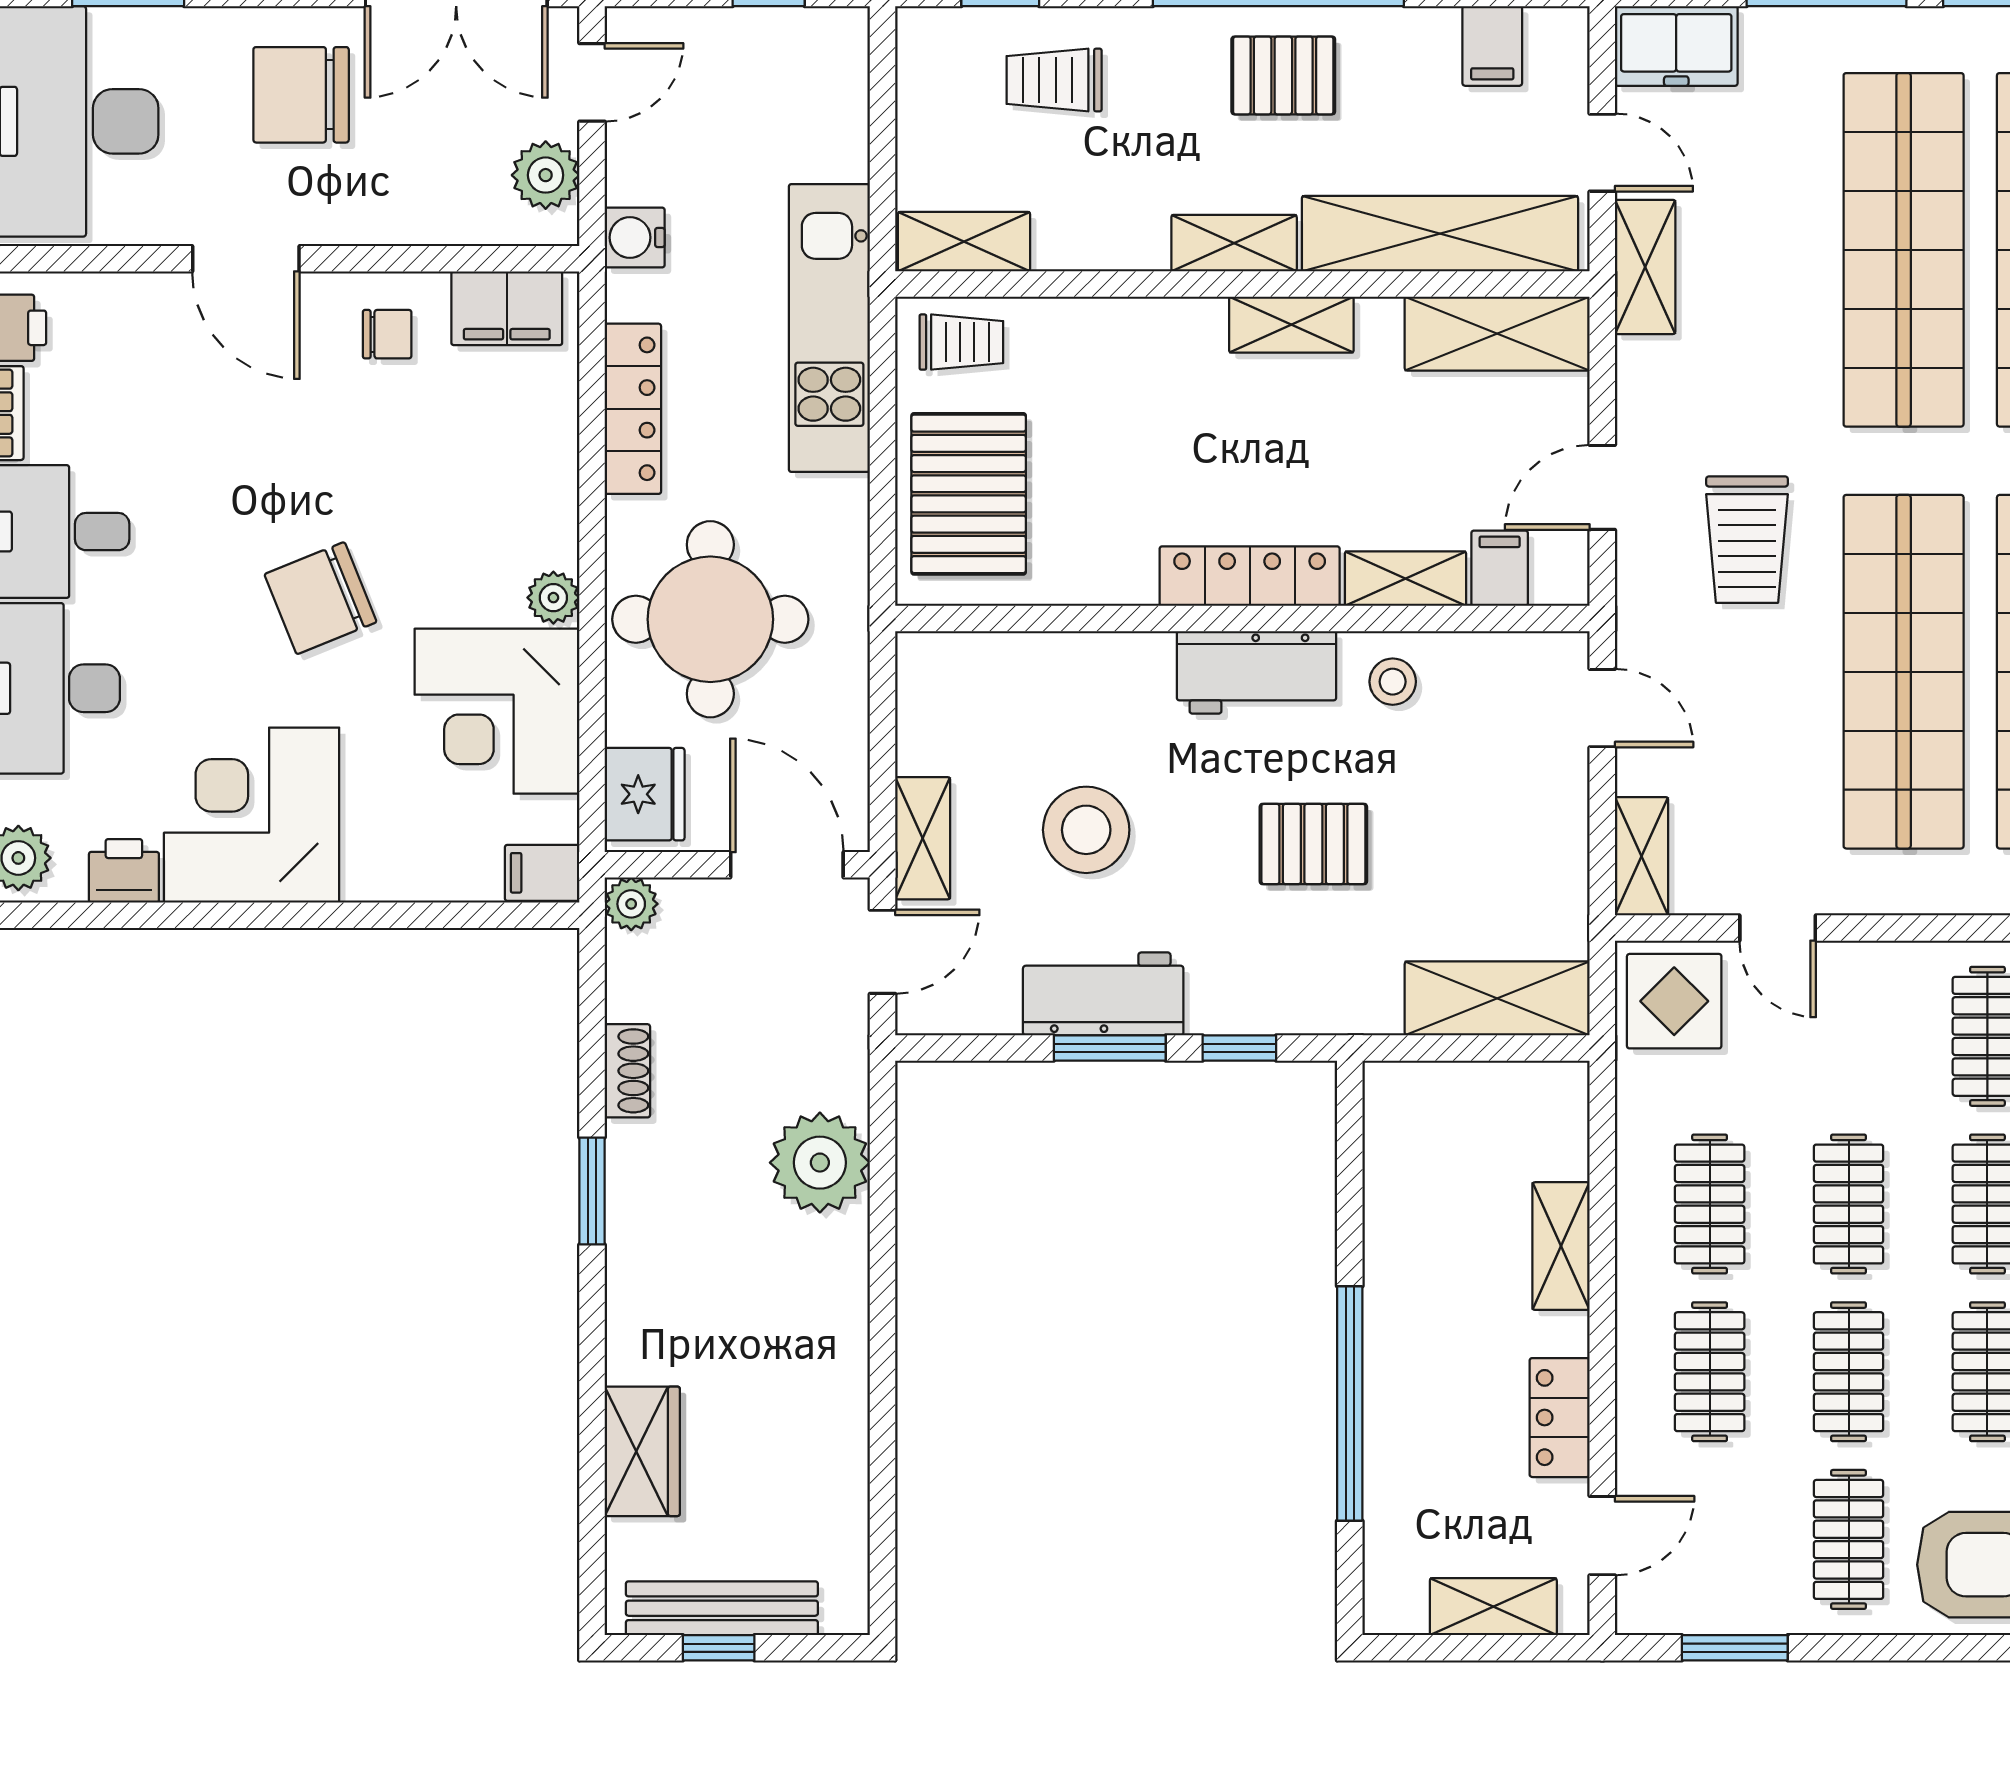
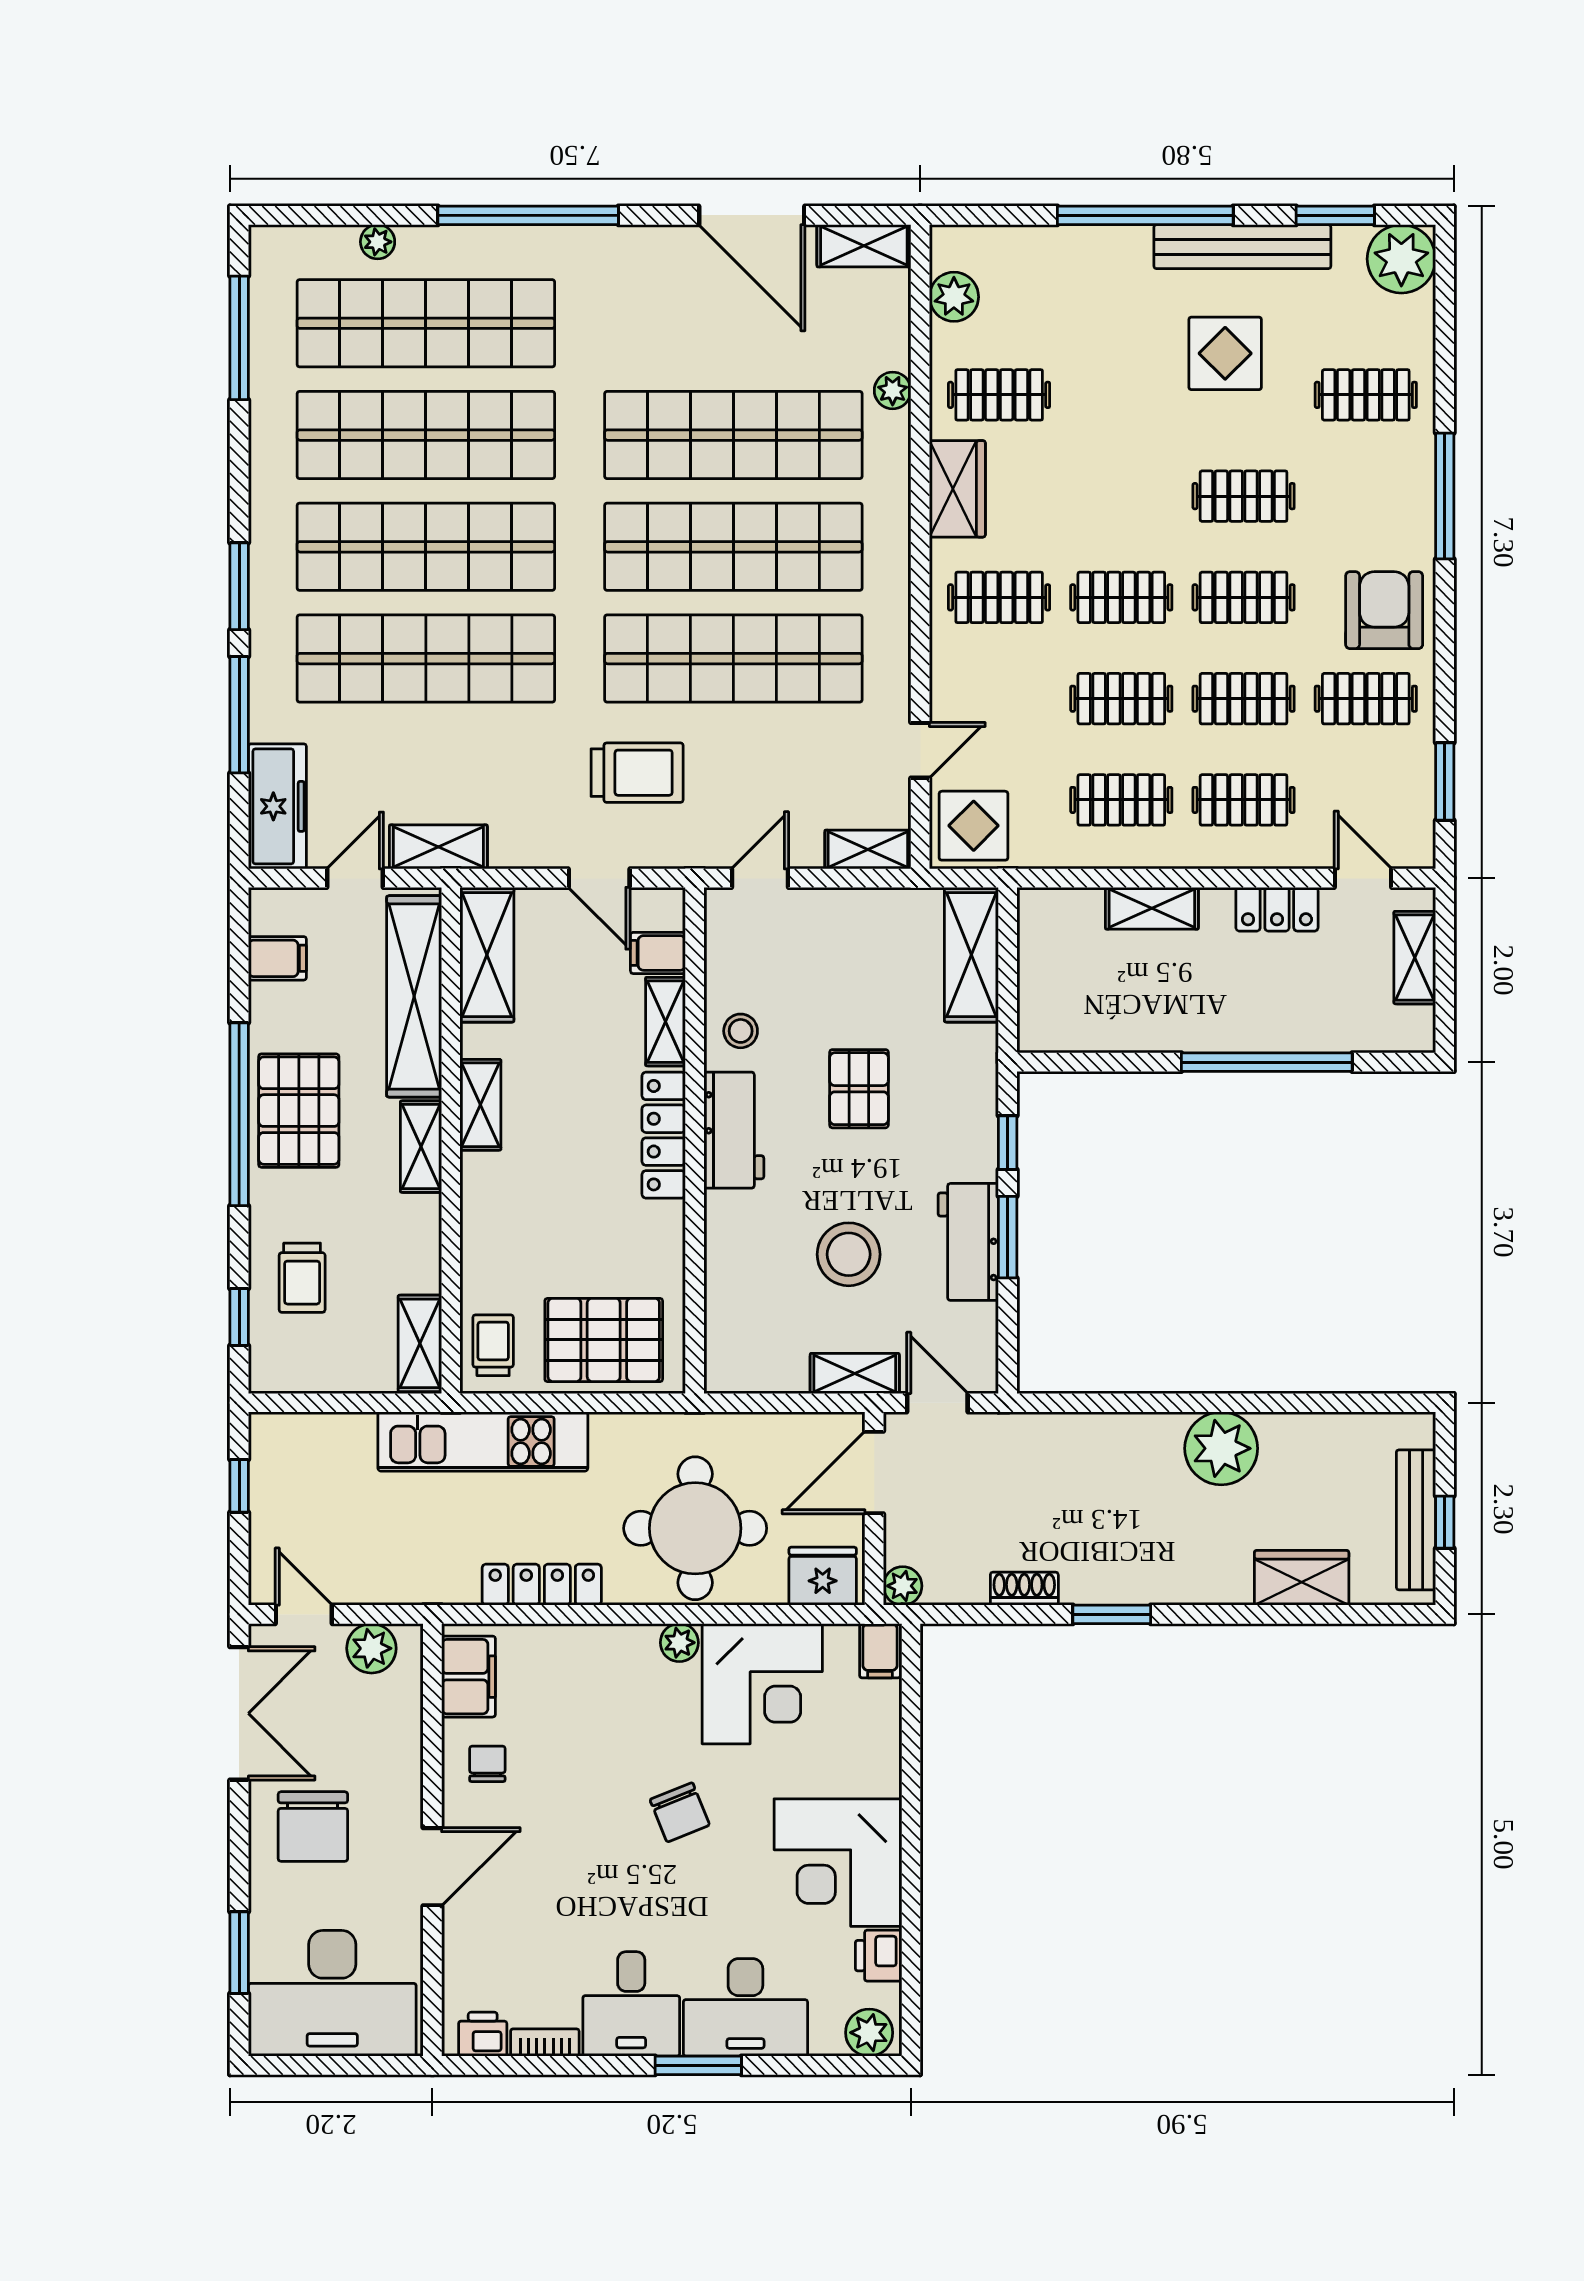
freezer: (1676, 46) -> (277, 806), width x1.40
pallet: (1283, 75) -> (299, 1111), width x1.50, depth x1.42
water cooler: (635, 237) -> (417, 1583), removed
chair: (321, 598) -> (680, 1812), width x0.73, depth x0.73
plant: (820, 1163) -> (1221, 1448), moved

